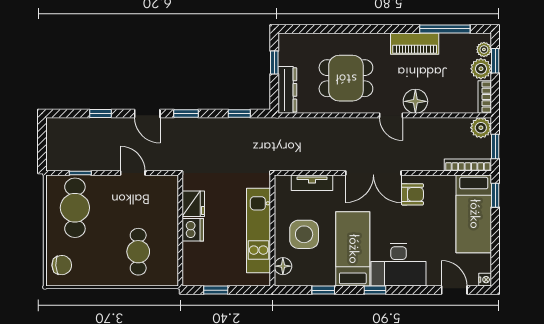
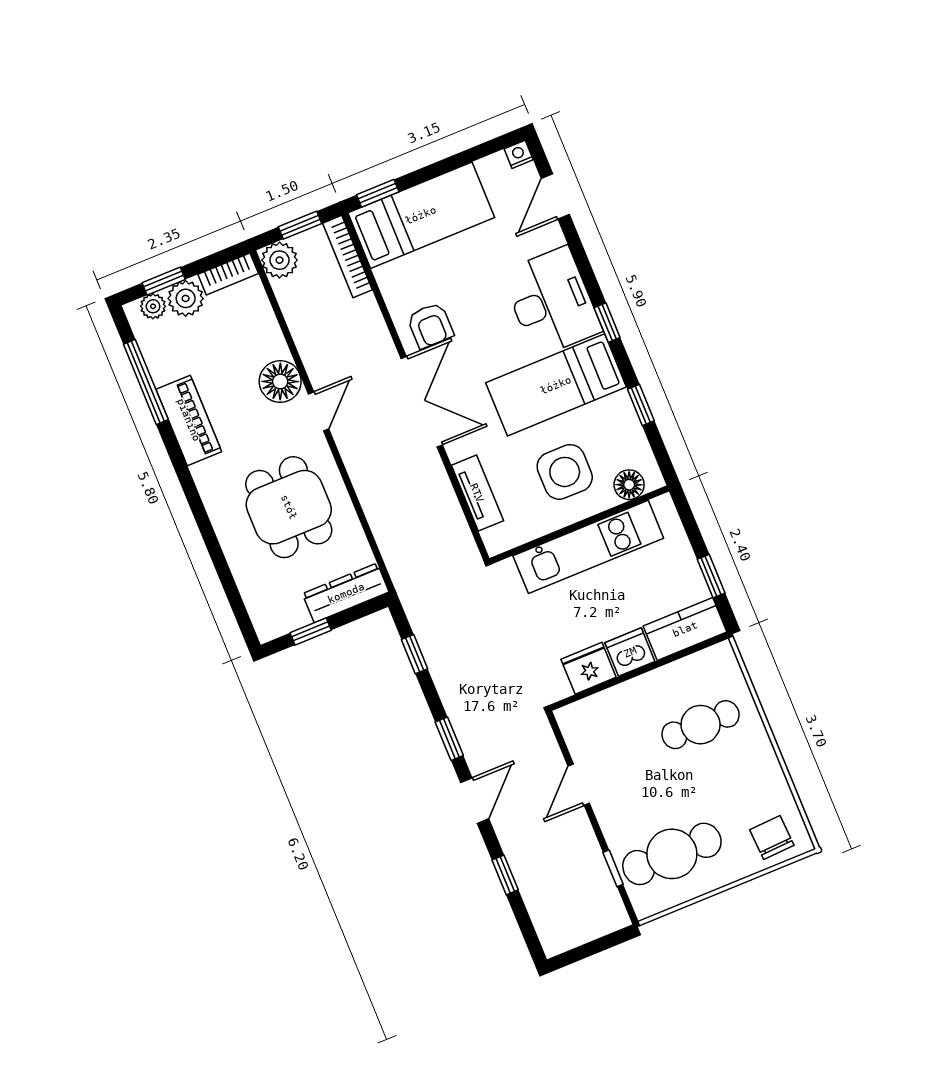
armchair: (412, 194) -> (430, 325), turned 180
kitchen counter: (193, 264) -> (685, 629), added

